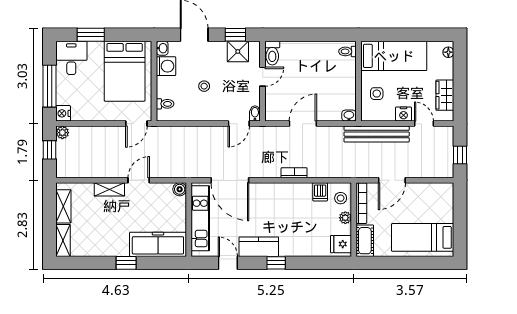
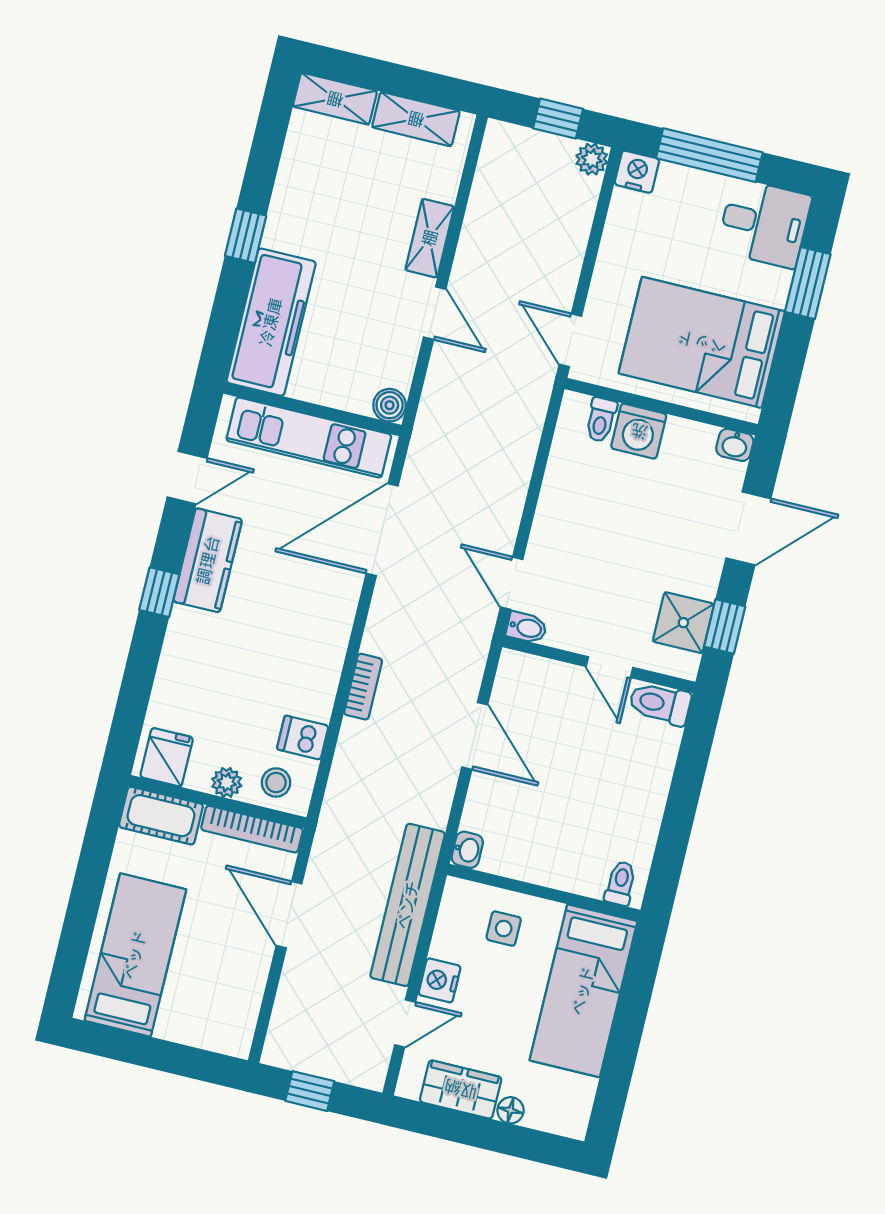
floor lamp: (448, 52) -> (511, 1110), moved
washing machine: (166, 66) -> (639, 431), moved
stool: (204, 86) -> (621, 523), removed

